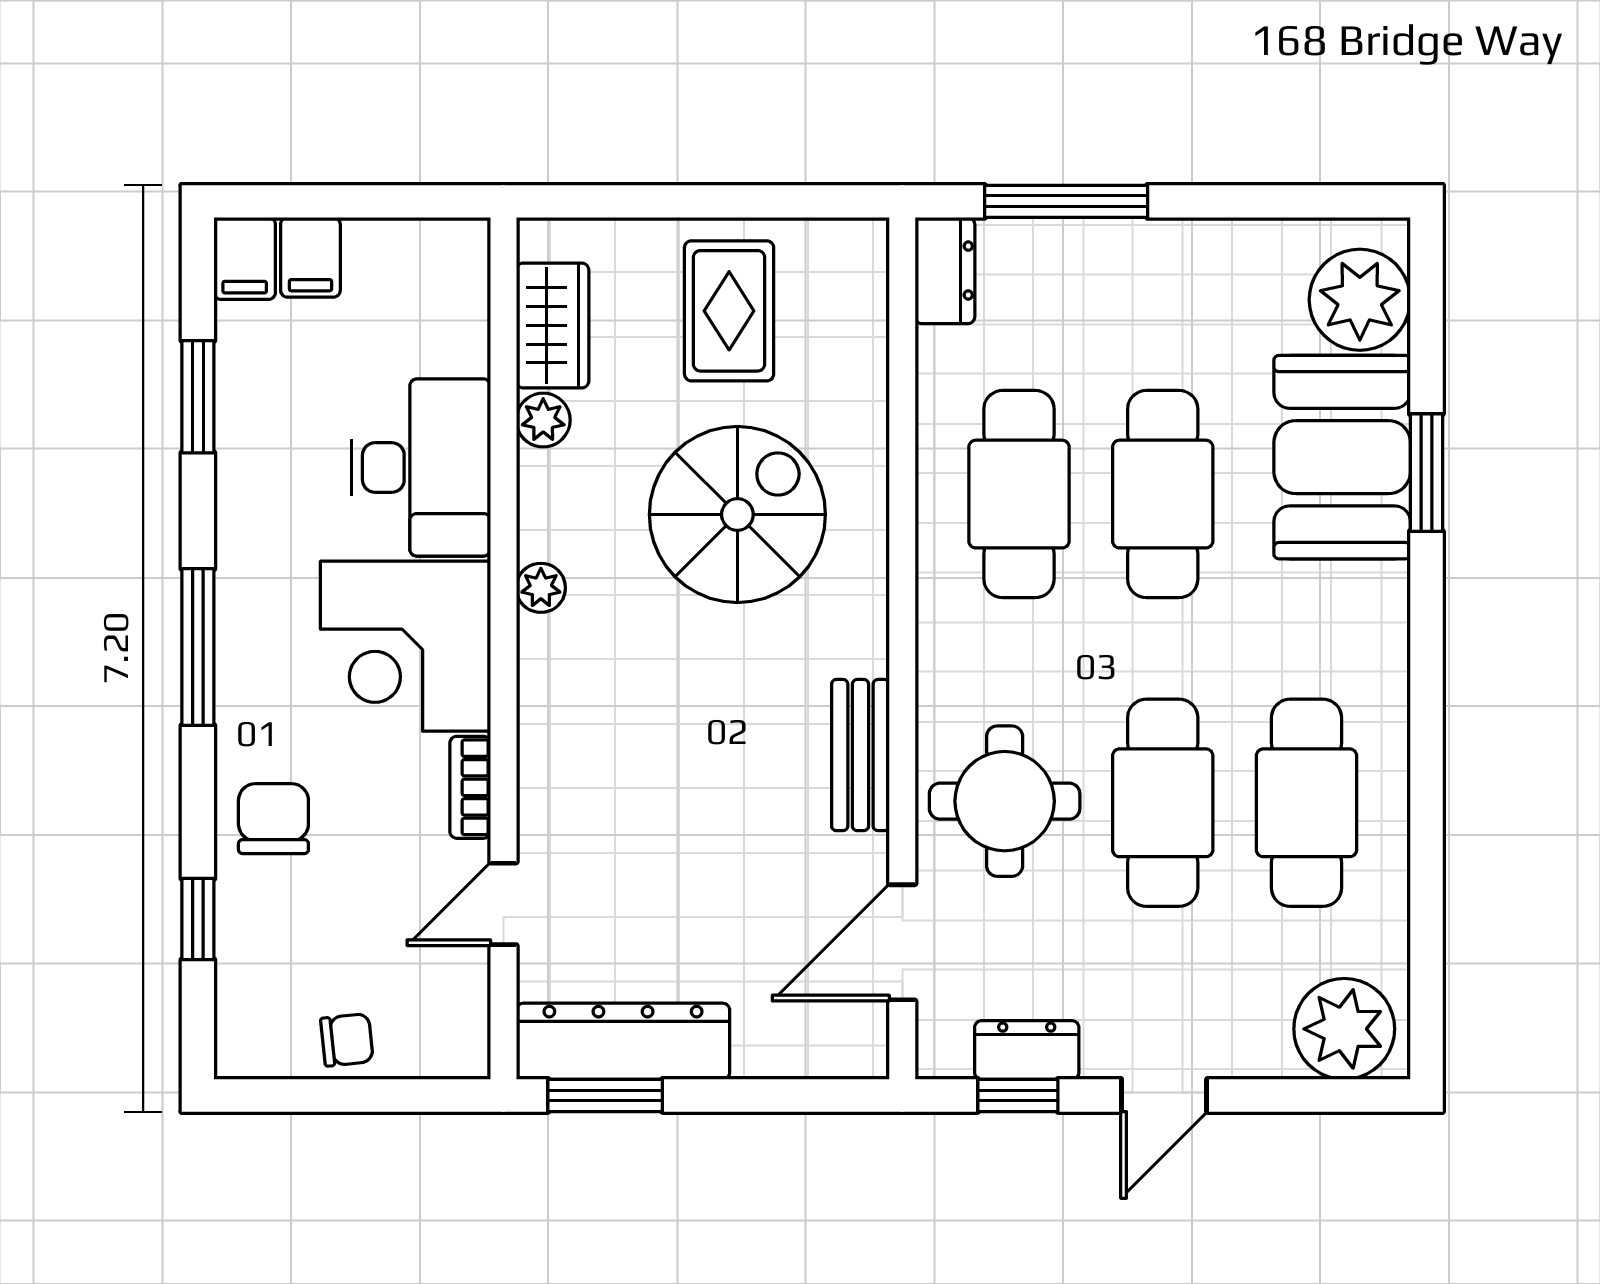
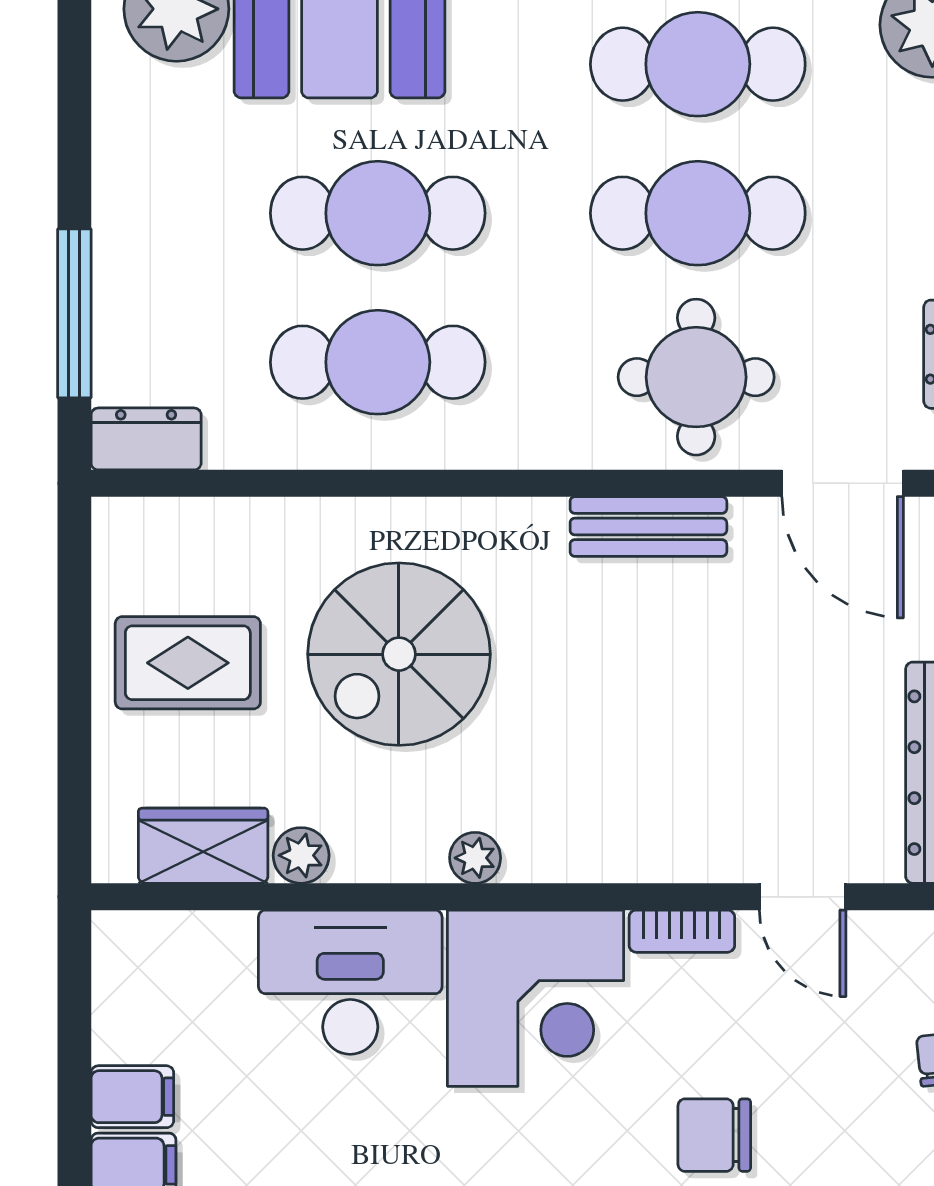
spiral stairs: (737, 514) -> (399, 654), turned -90

